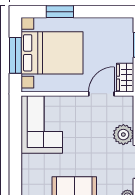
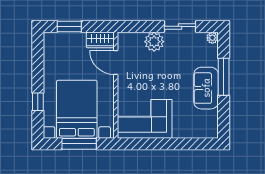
window: (60, 12) -> (38, 102), width x0.67

